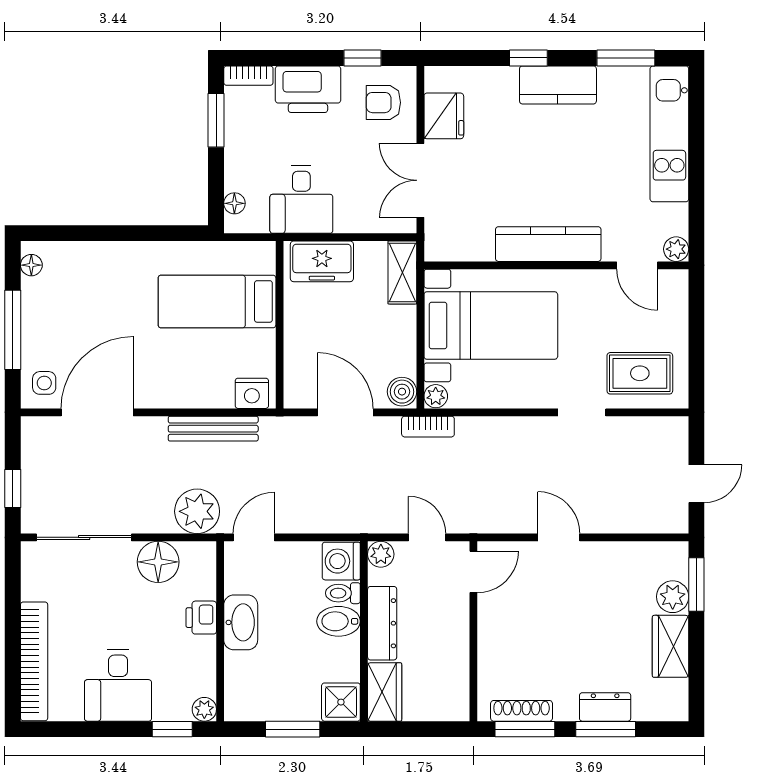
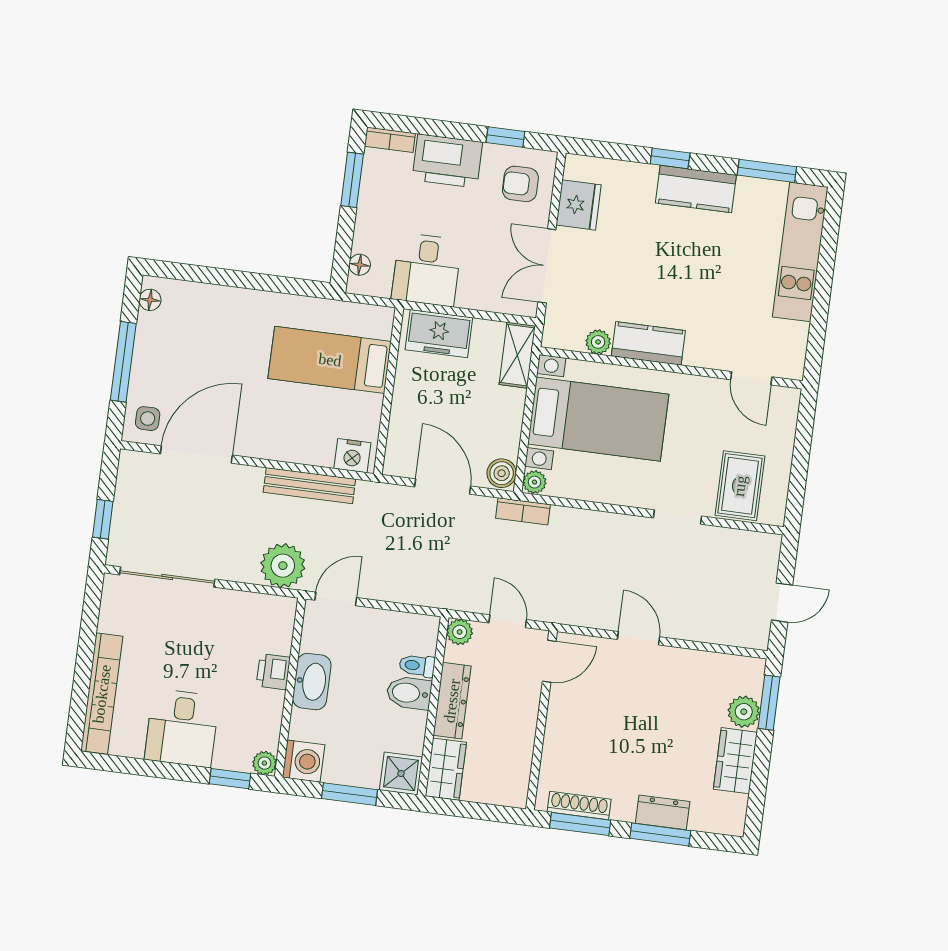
kitchen counter: (548, 244) -> (648, 343), width x0.67
plant: (676, 249) -> (598, 342), moved
rug: (640, 373) -> (740, 486), turned 90
washing machine: (341, 561) -> (304, 761), moved, turned 180
floor lamp: (158, 562) -> (238, 611), removed

